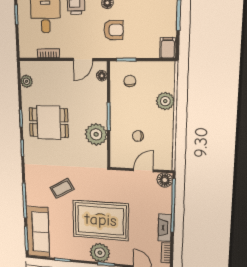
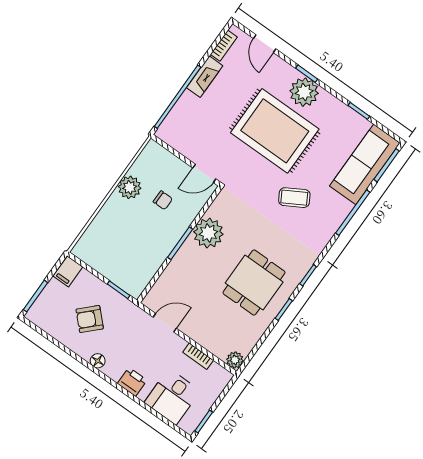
armchair: (113, 30) -> (90, 319), moved, turned -45
floor lamp: (102, 76) -> (156, 292), removed
plant: (27, 81) -> (235, 360), moved
chair: (130, 81) -> (130, 265), removed
plant: (165, 101) -> (130, 187), moved
dining table: (49, 123) -> (254, 283), turned 90
door: (143, 170) -> (204, 173), moved
floor lamp: (165, 180) -> (167, 132), removed

